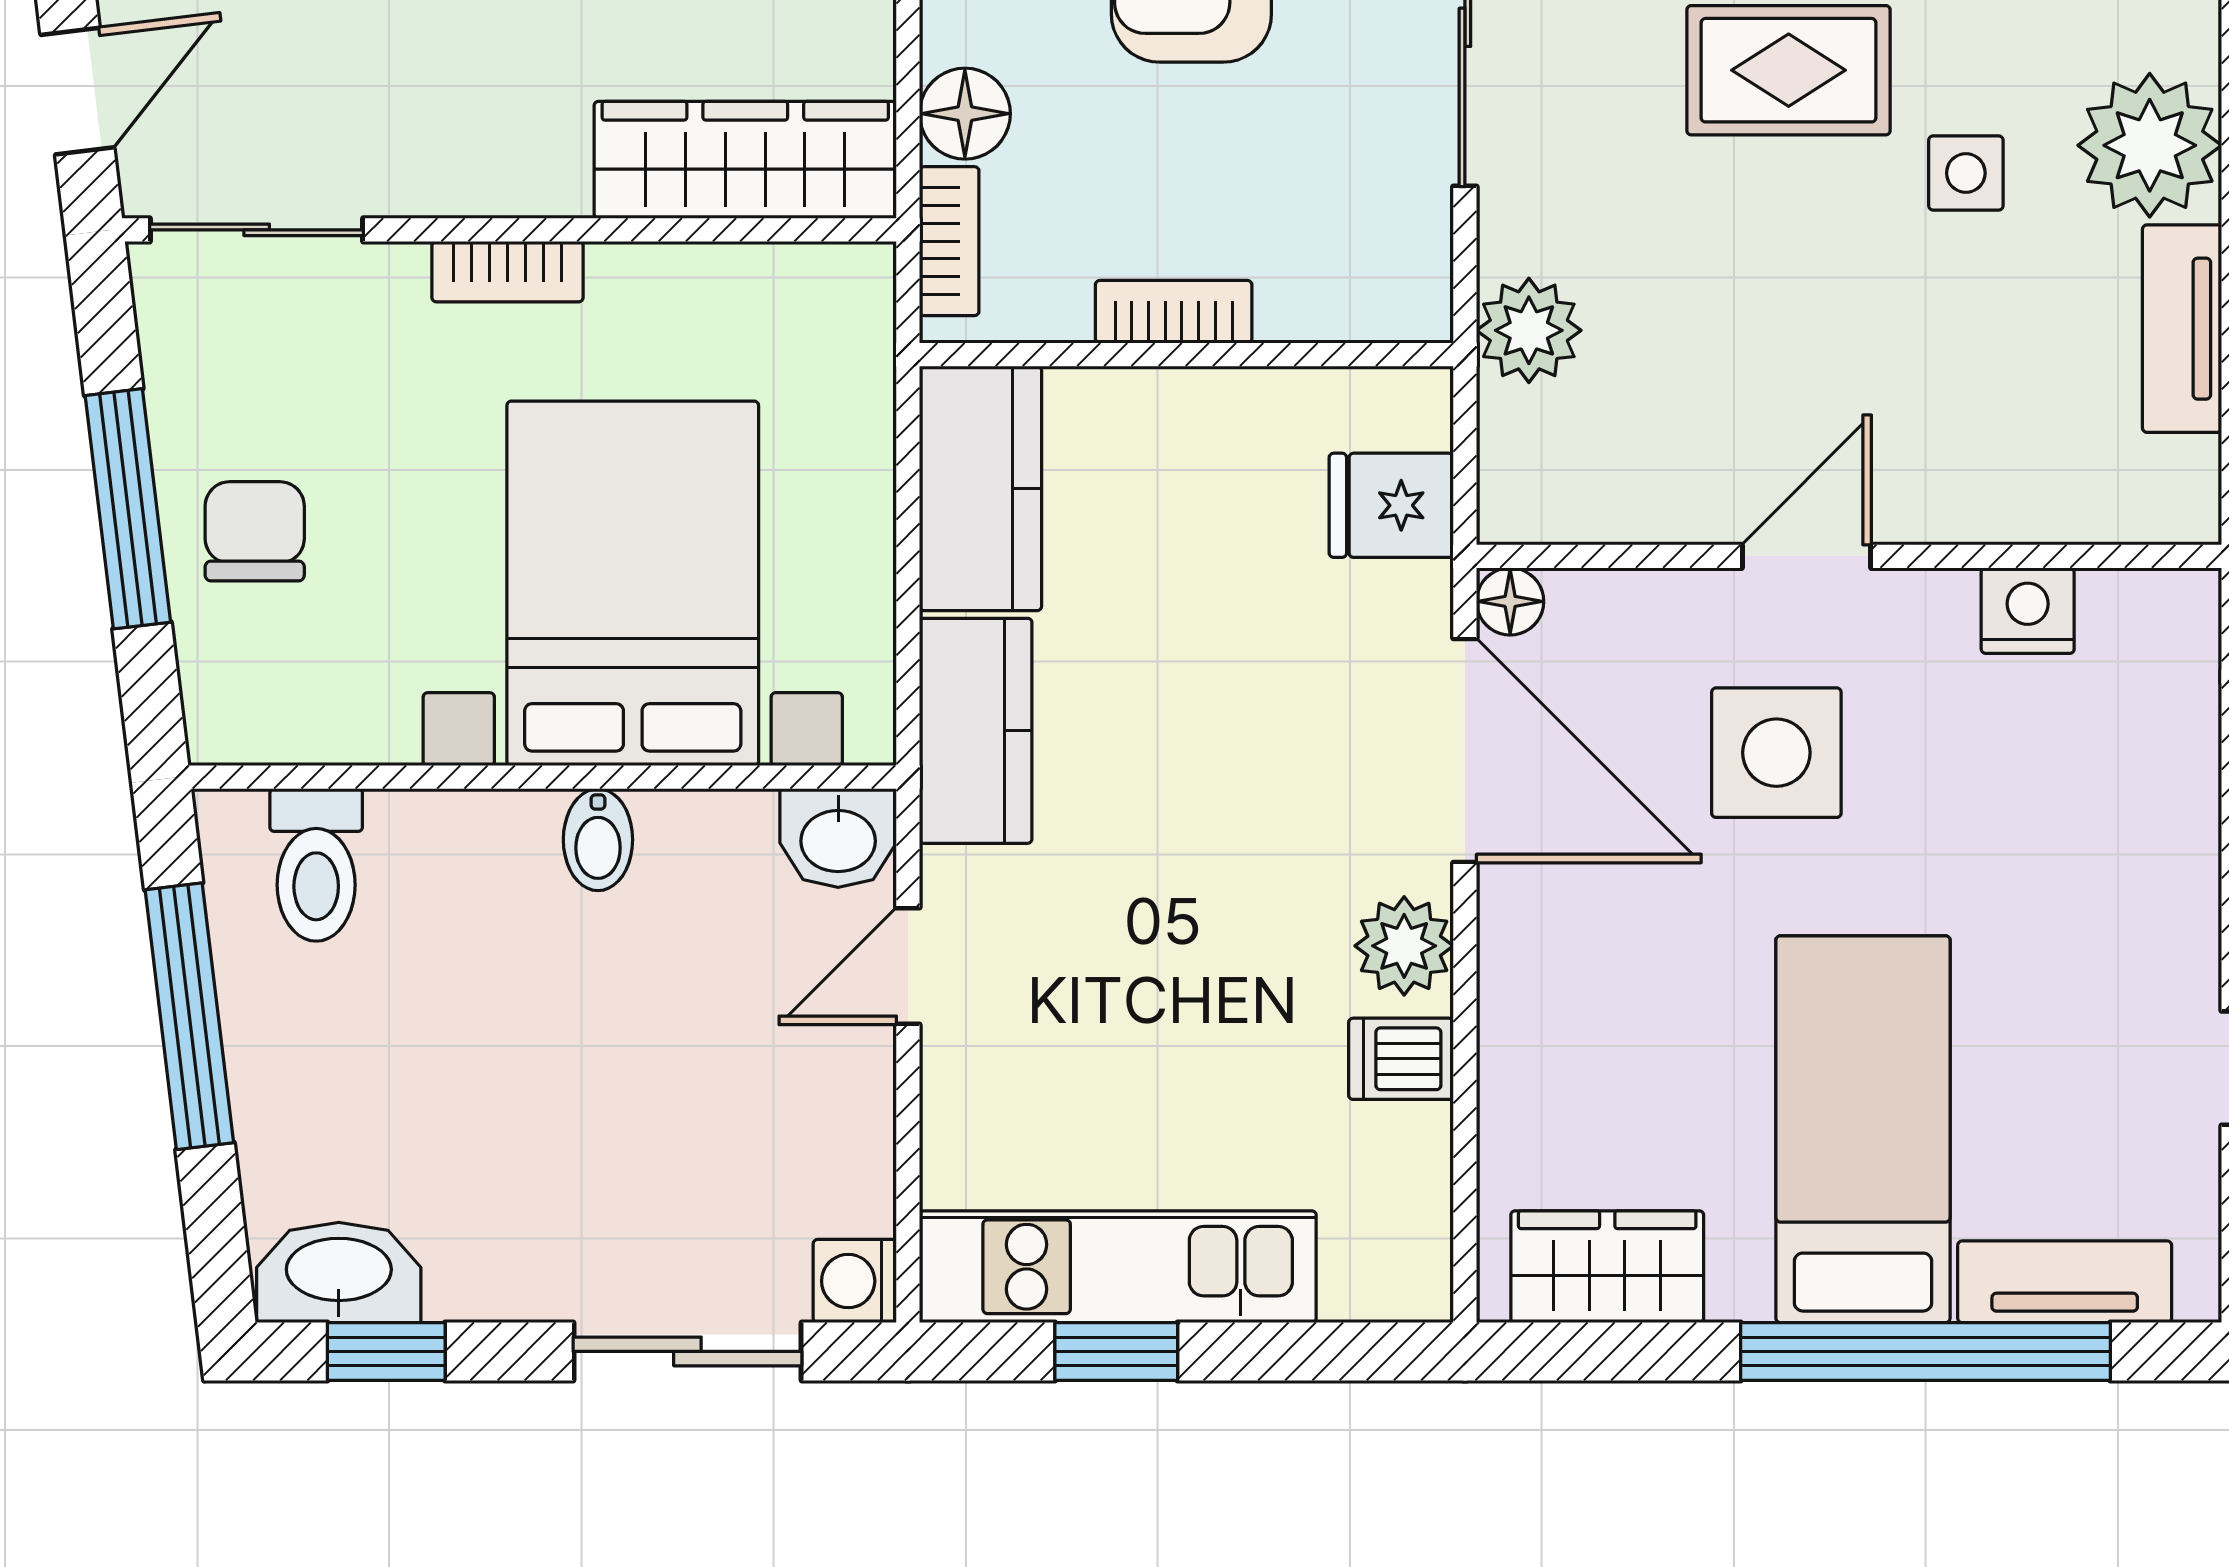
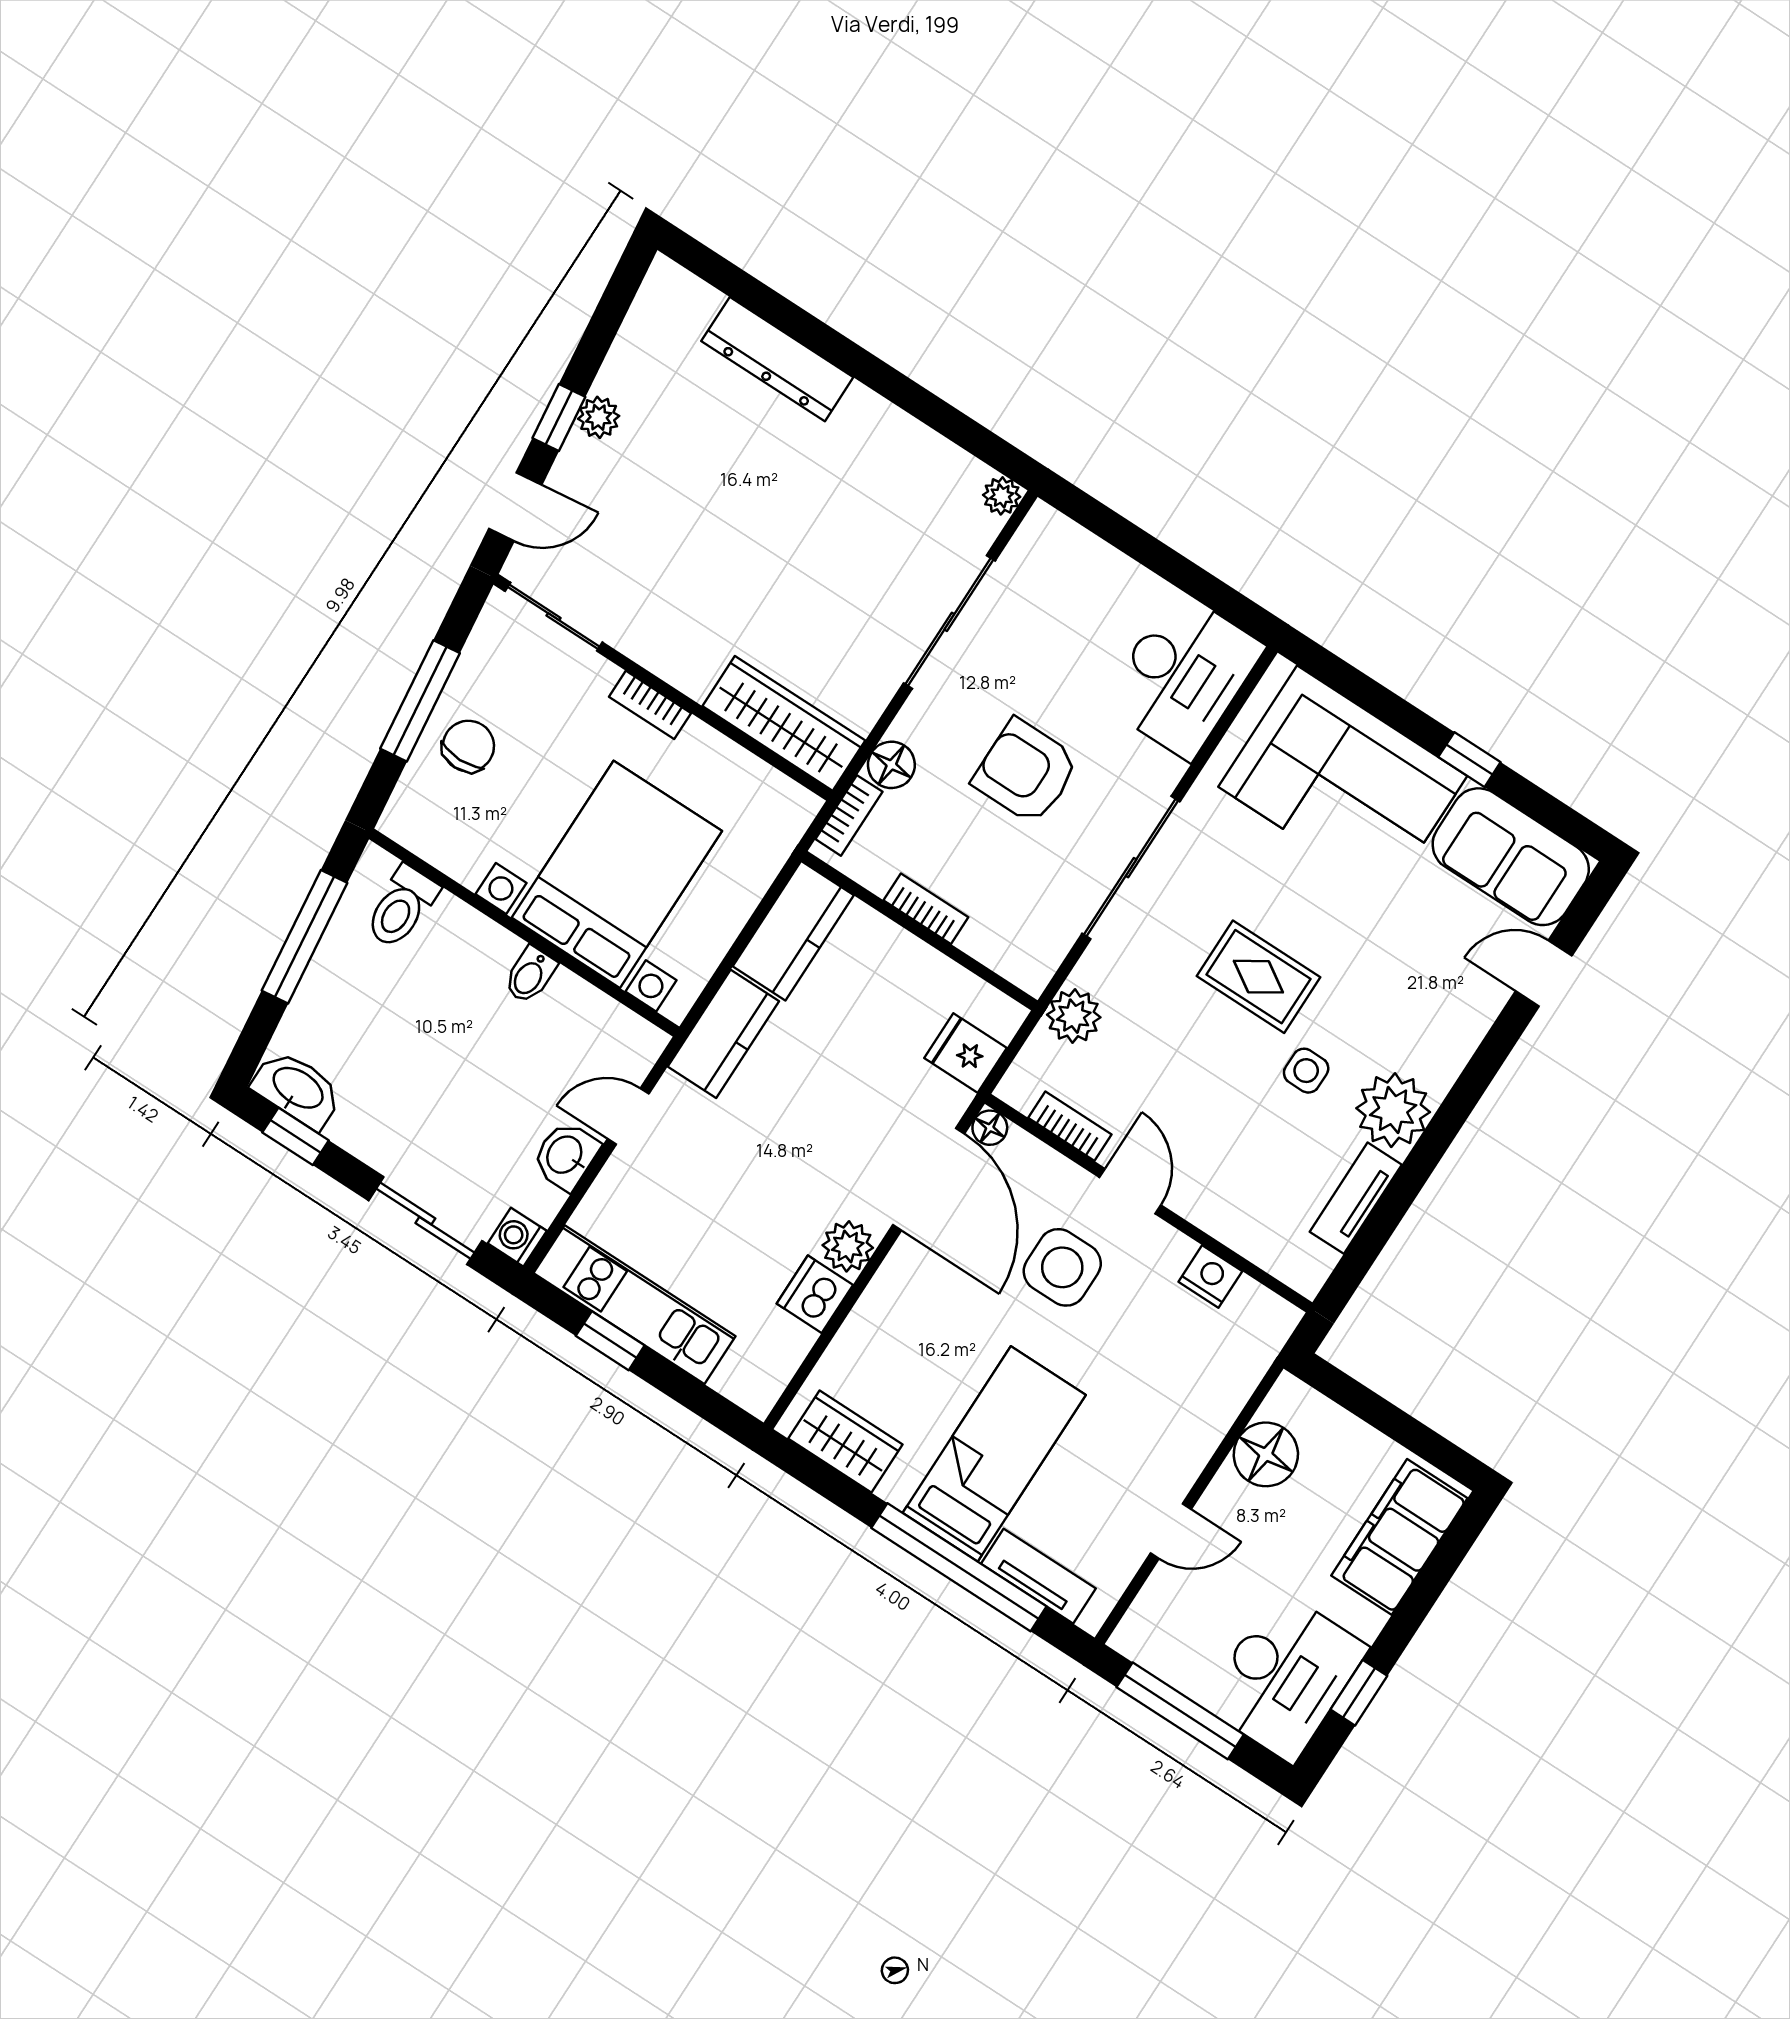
bookcase: (1639, 514) -> (1070, 1126), added
door: (1807, 556) -> (1130, 1191), hinge flipped
washbasin: (838, 838) -> (566, 1155), moved, turned 90
dishwasher: (1401, 1059) -> (815, 1294), width x1.38

